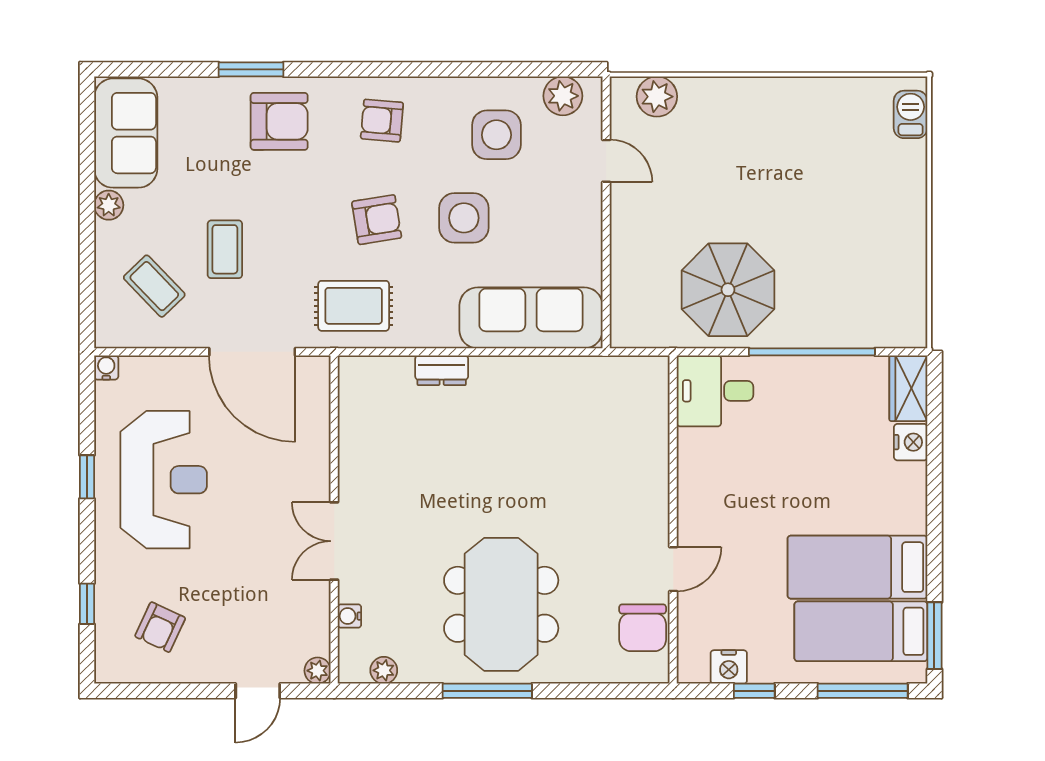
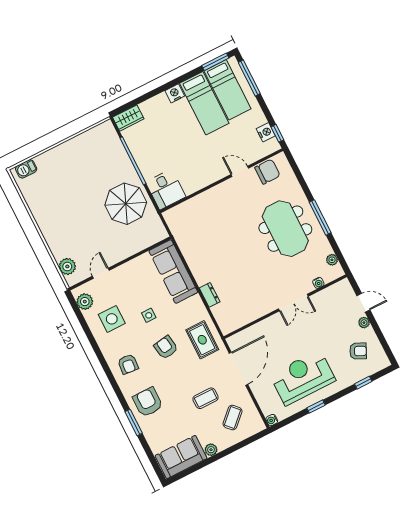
side table: (464, 218) -> (149, 315), width x0.54, depth x0.54
nightstand: (911, 442) -> (175, 93), moved
meeting table: (501, 604) -> (285, 229), turned 90
plant: (318, 671) -> (364, 323), moved
window: (754, 691) -> (277, 133), moved

